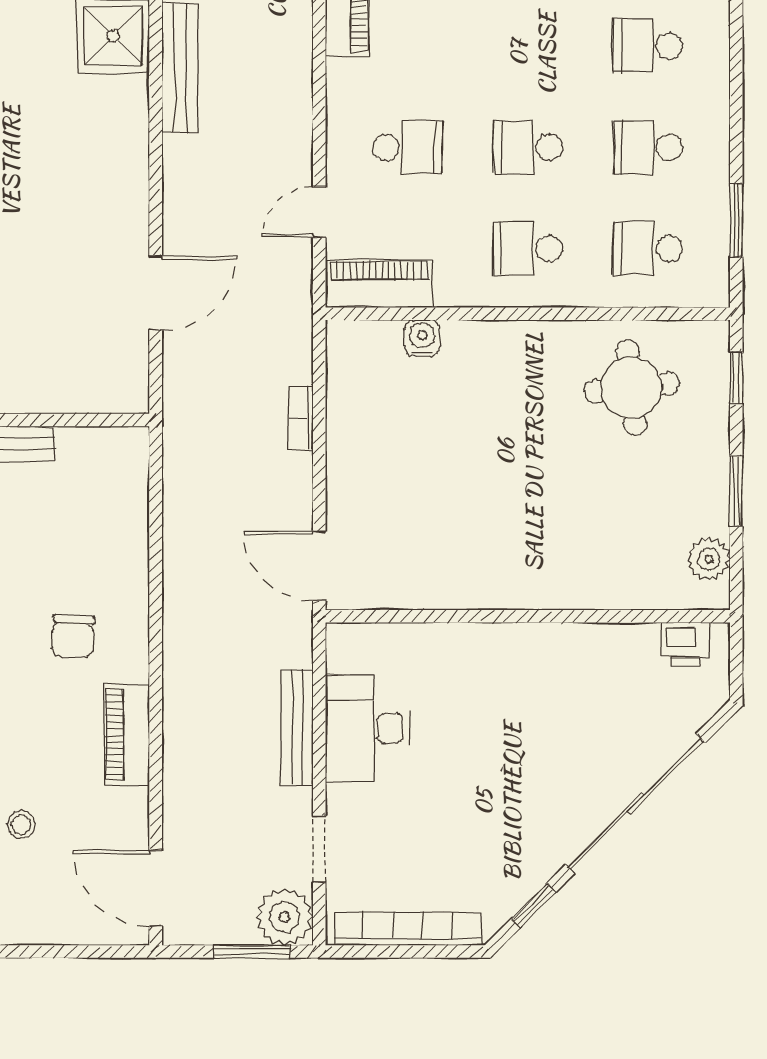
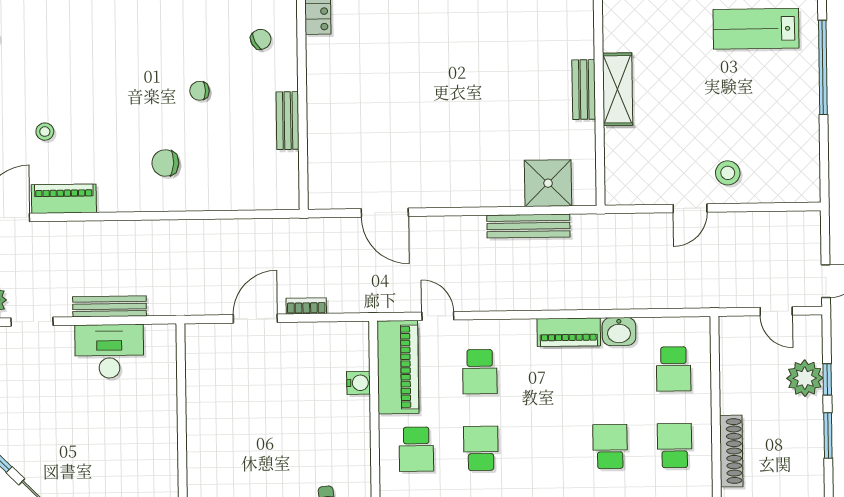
school desk: (528, 249) -> (416, 449), turned 180
piano: (379, 284) -> (398, 367), width x1.37, depth x1.33
door: (319, 566) -> (255, 319), moved
piano: (127, 735) -> (64, 199), moved

